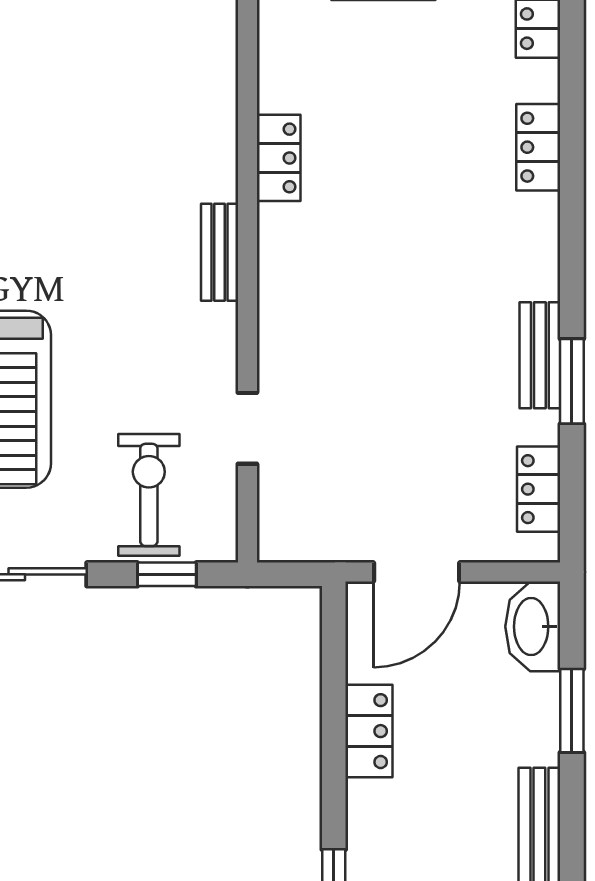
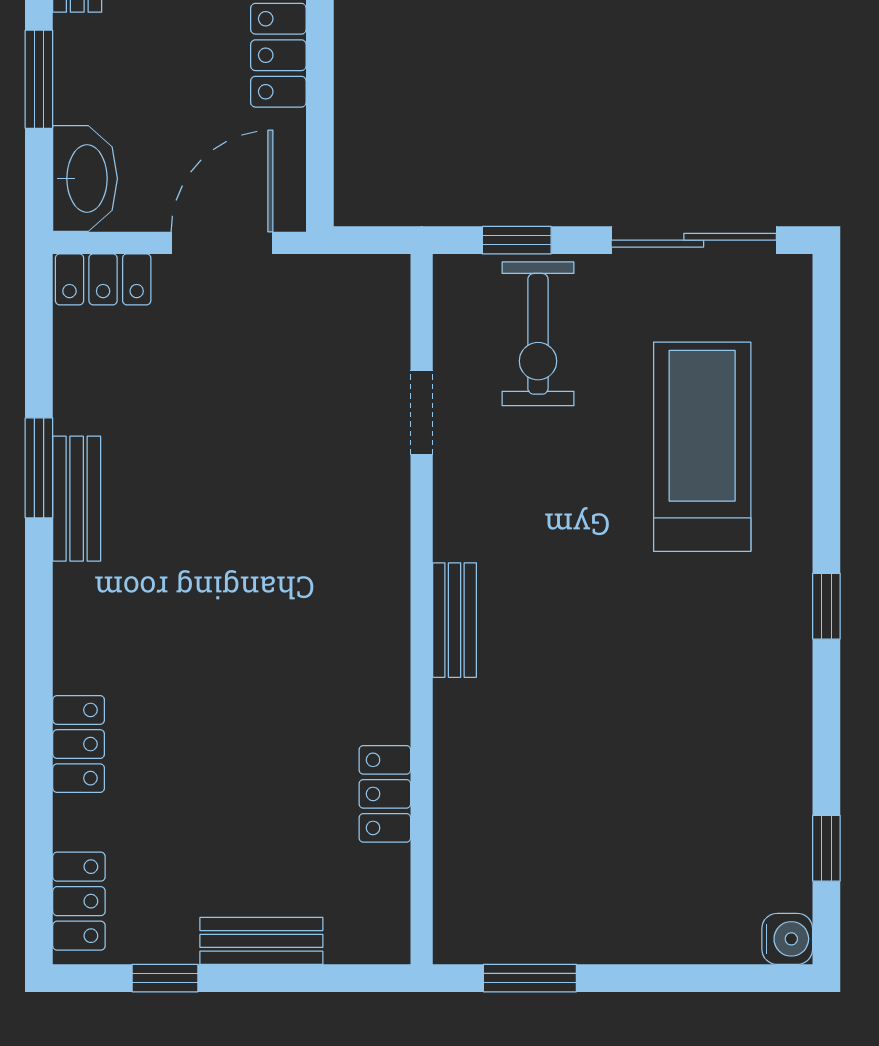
locker: (279, 158) -> (385, 794), moved
locker: (539, 489) -> (103, 279), moved, turned 90

